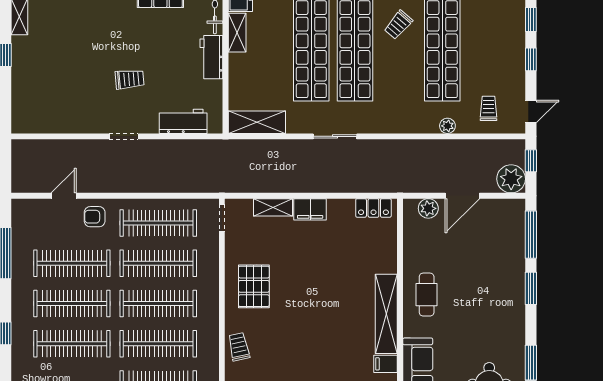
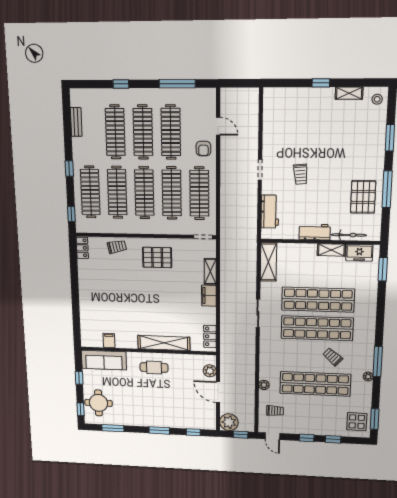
armchair: (95, 217) -> (203, 149), turned 180
window: (531, 235) -> (193, 432), width x0.46
shelving: (386, 314) -> (164, 343), moved

